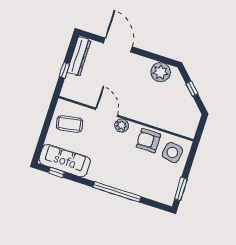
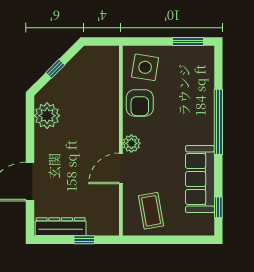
sofa: (65, 161) -> (200, 179), moved

